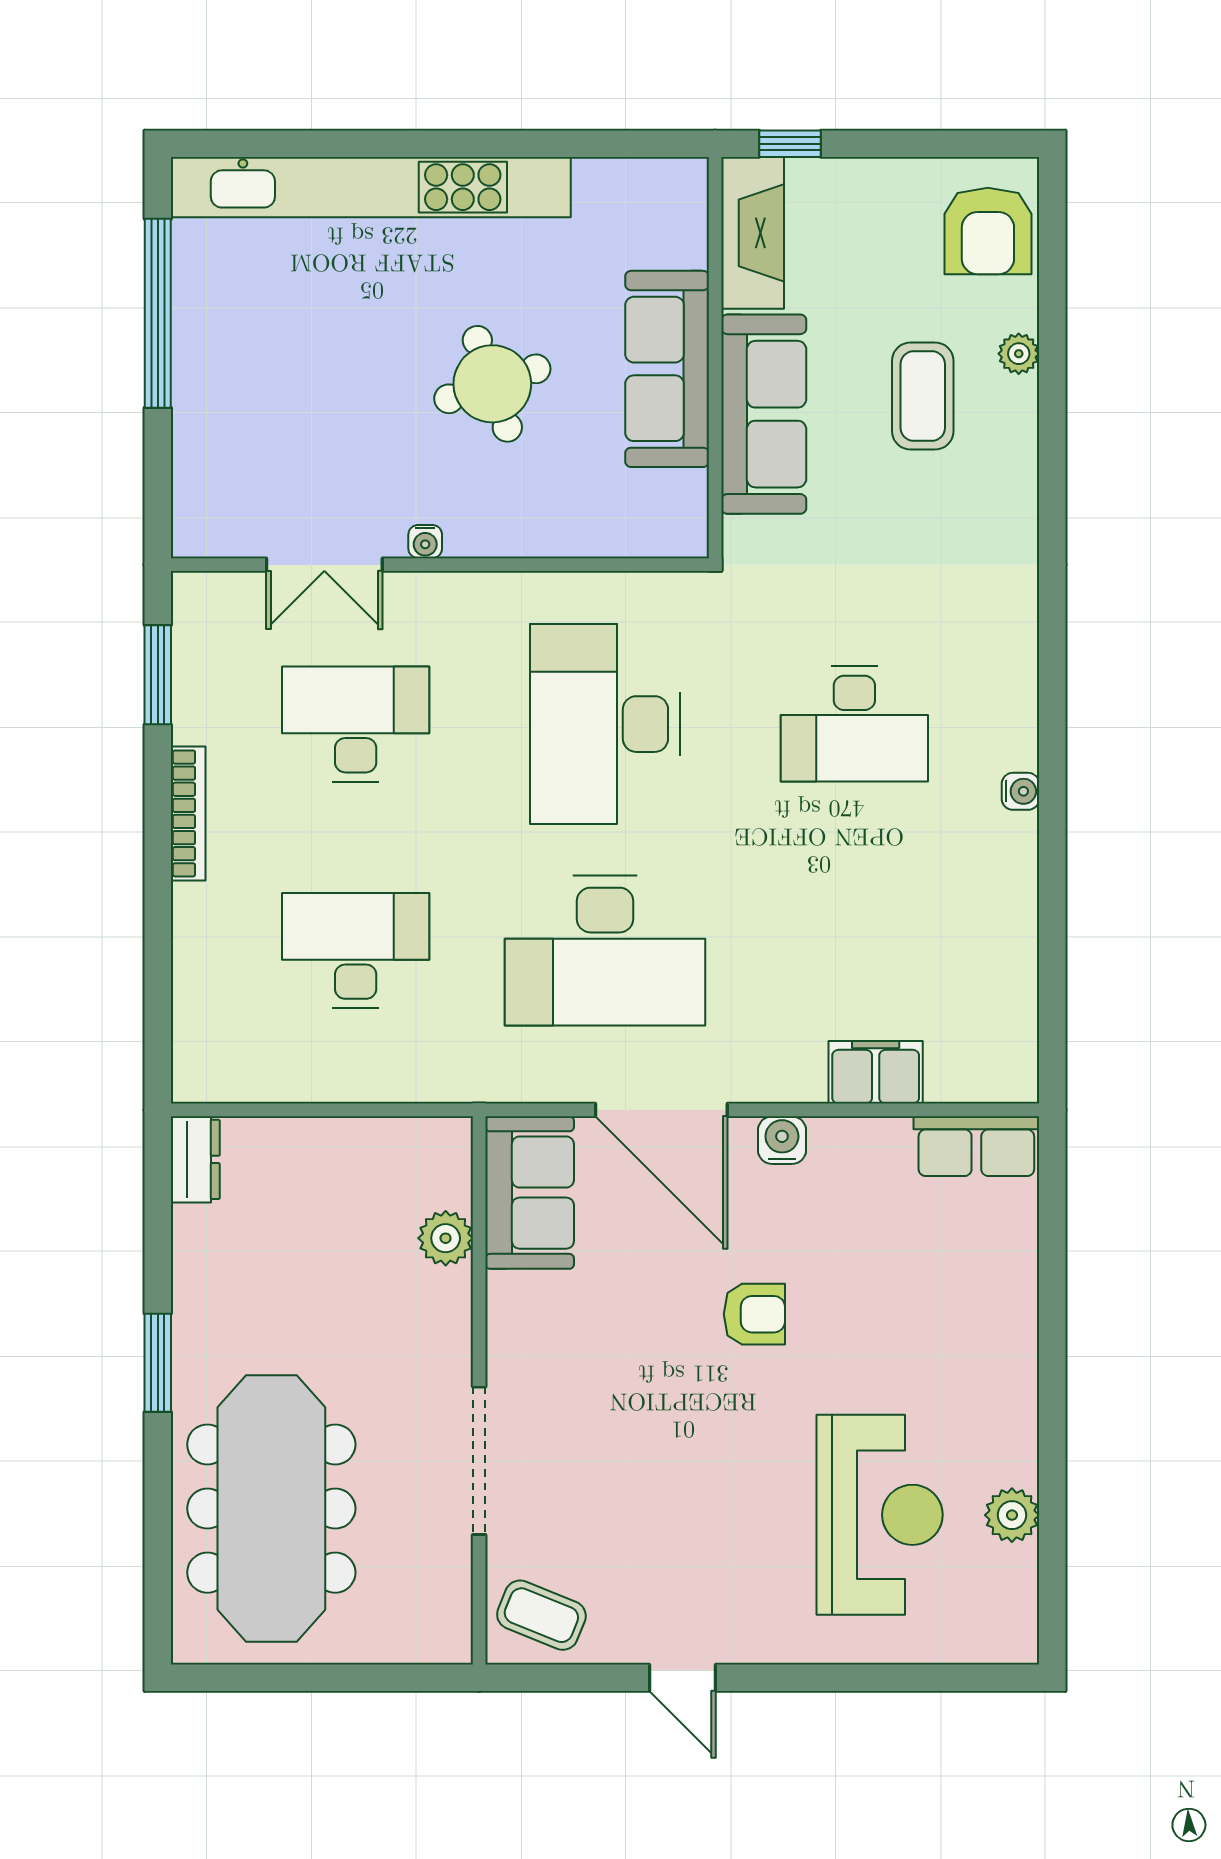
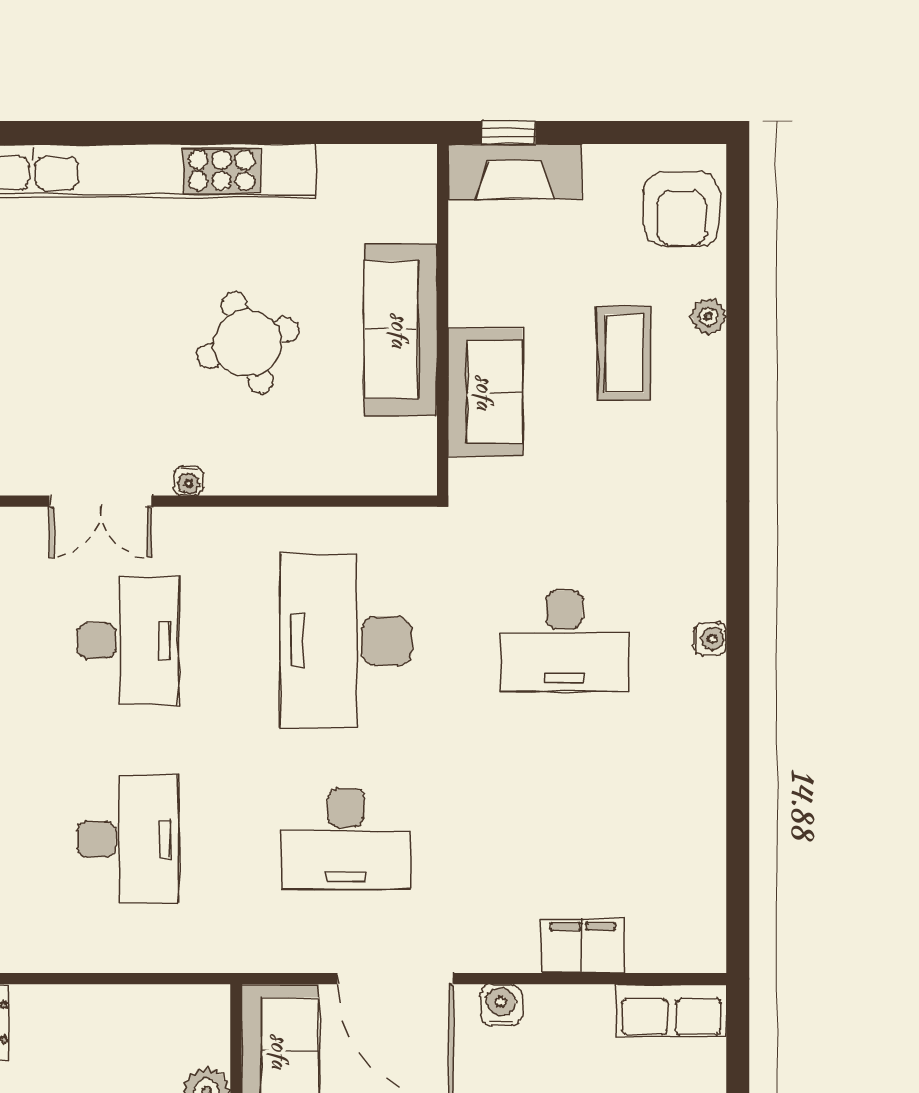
fireplace: (753, 233) -> (515, 171), moved, turned 90
sofa: (764, 414) -> (485, 392), width x0.73
desk: (356, 724) -> (128, 641), turned 90
water cooler: (1020, 791) -> (710, 639), moved
desk: (356, 951) -> (128, 839), turned 90
desk: (605, 951) -> (346, 839), width x0.73, depth x0.77

